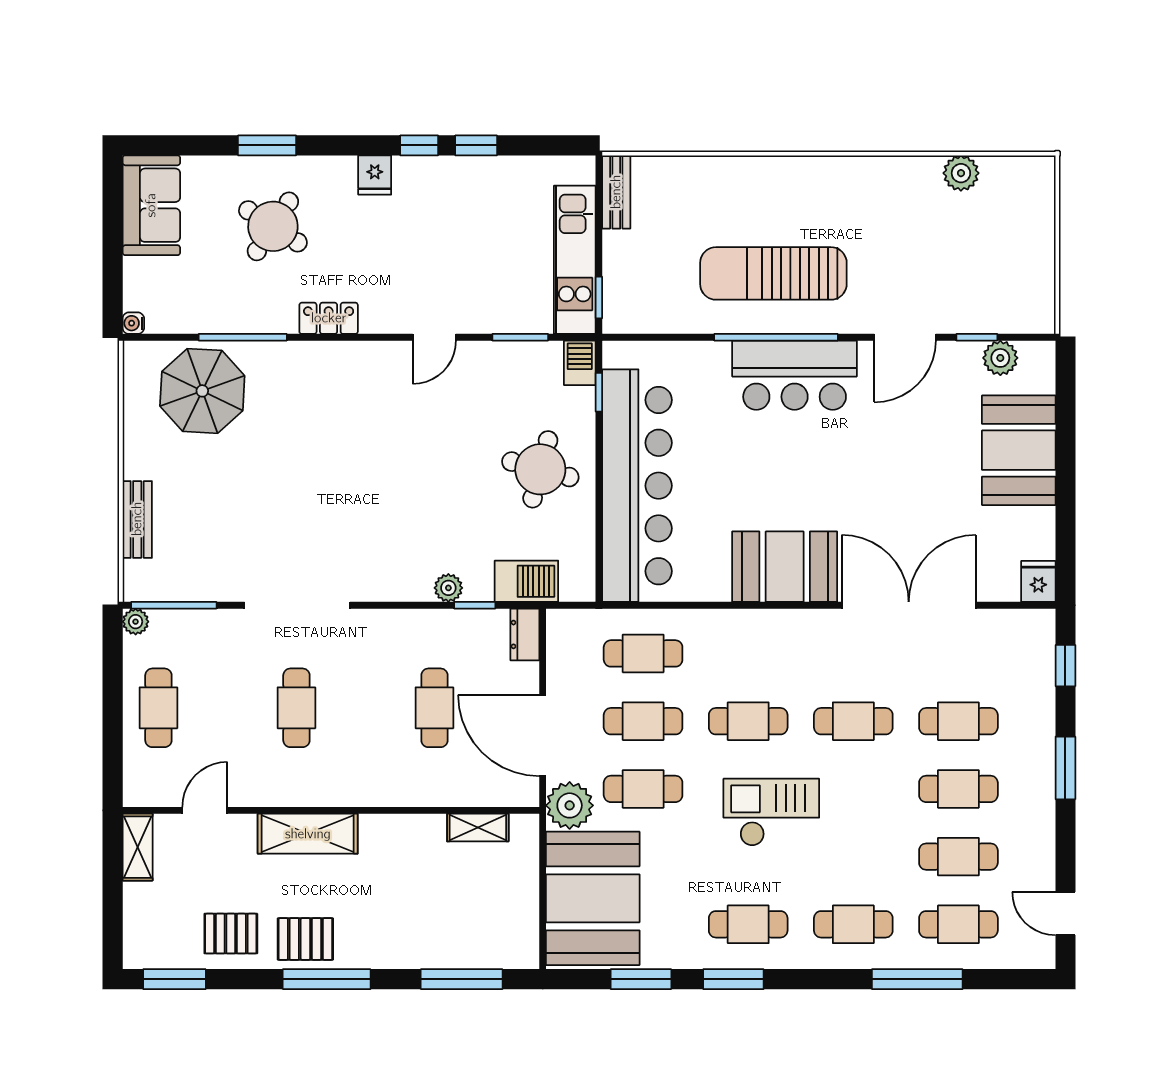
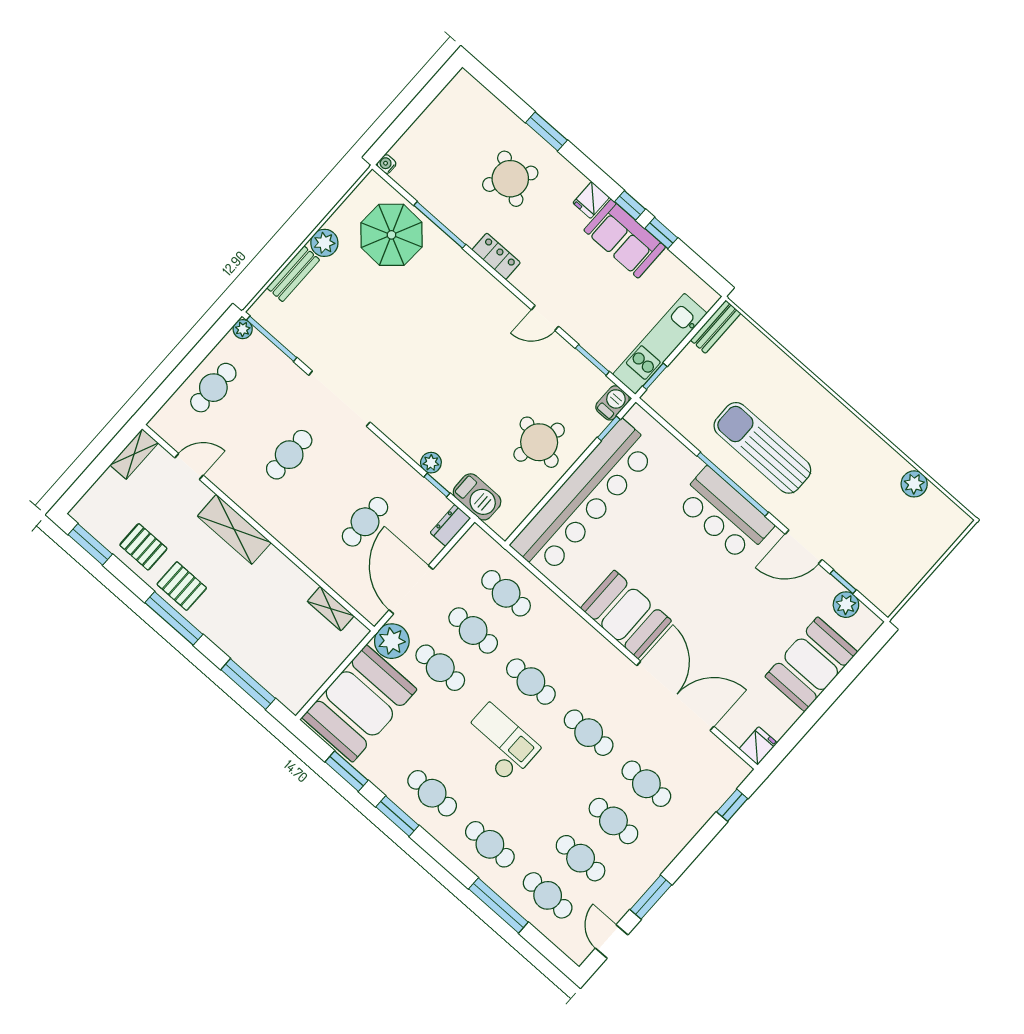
sofa: (151, 205) -> (625, 239), moved, turned 90
plant: (141, 460) -> (324, 243), added
window: (1065, 768) -> (651, 897), moved

